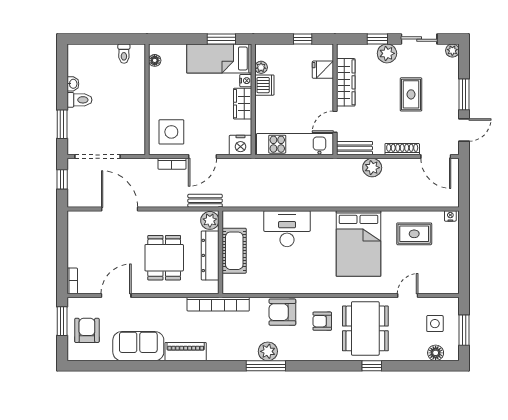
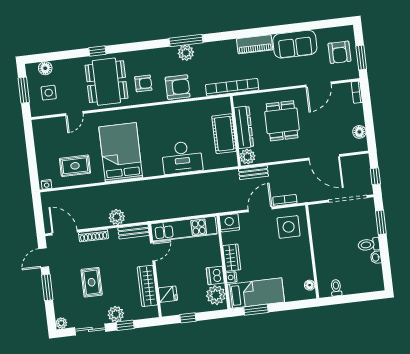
plant: (261, 67) -> (216, 295), width x1.88, depth x1.88
floor lamp: (75, 234) -> (359, 132), added

